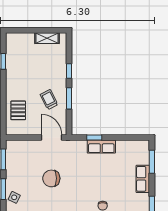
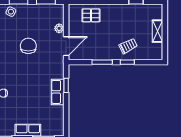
shelving: (47, 38) -> (157, 31), moved
trolley: (49, 100) -> (128, 46), moved
plant: (32, 145) -> (59, 28), added

